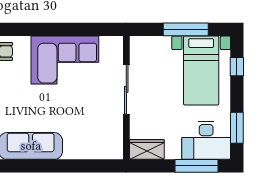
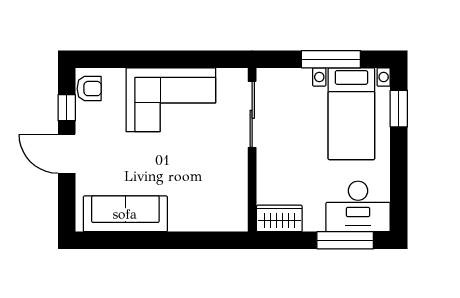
window: (237, 67) -> (399, 109), width x1.50
sliding door: (126, 89) -> (252, 114), moved
window: (237, 128) -> (399, 190), removed

